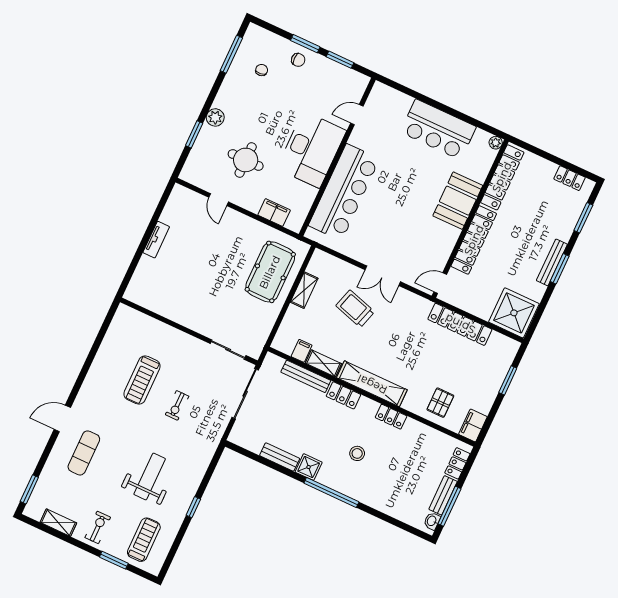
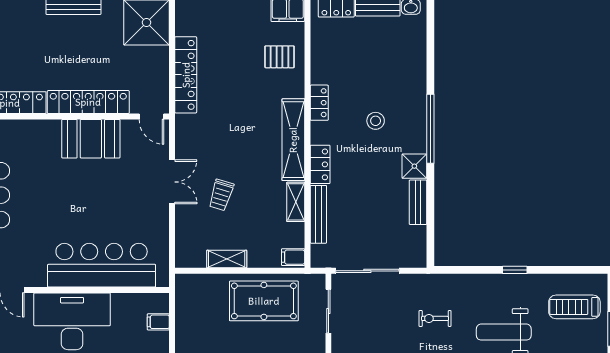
booth: (458, 201) -> (91, 139), moved
filing cabinet: (274, 212) -> (158, 322), width x0.50
pool table: (270, 272) -> (264, 301), moved
trolley: (355, 309) -> (221, 195), width x0.73, depth x0.72
filing cabinet: (302, 351) -> (293, 257), moved
exercise bike: (177, 405) -> (435, 318), moved, turned 180

